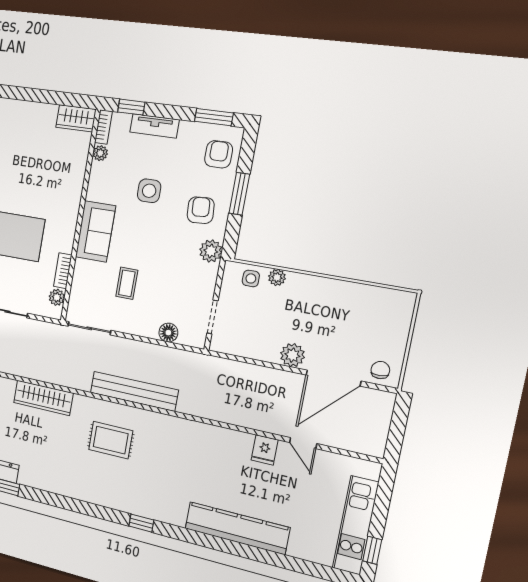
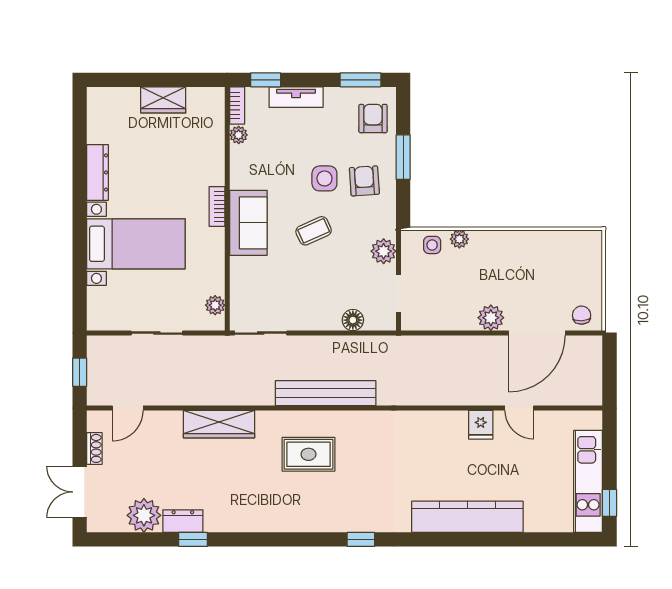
wardrobe: (76, 118) -> (163, 100), moved
side table: (149, 191) -> (324, 178), moved
plant: (211, 251) -> (384, 251), moved
bookcase: (63, 271) -> (217, 206), moved
coffee table: (127, 283) -> (314, 231), moved, turned 66

